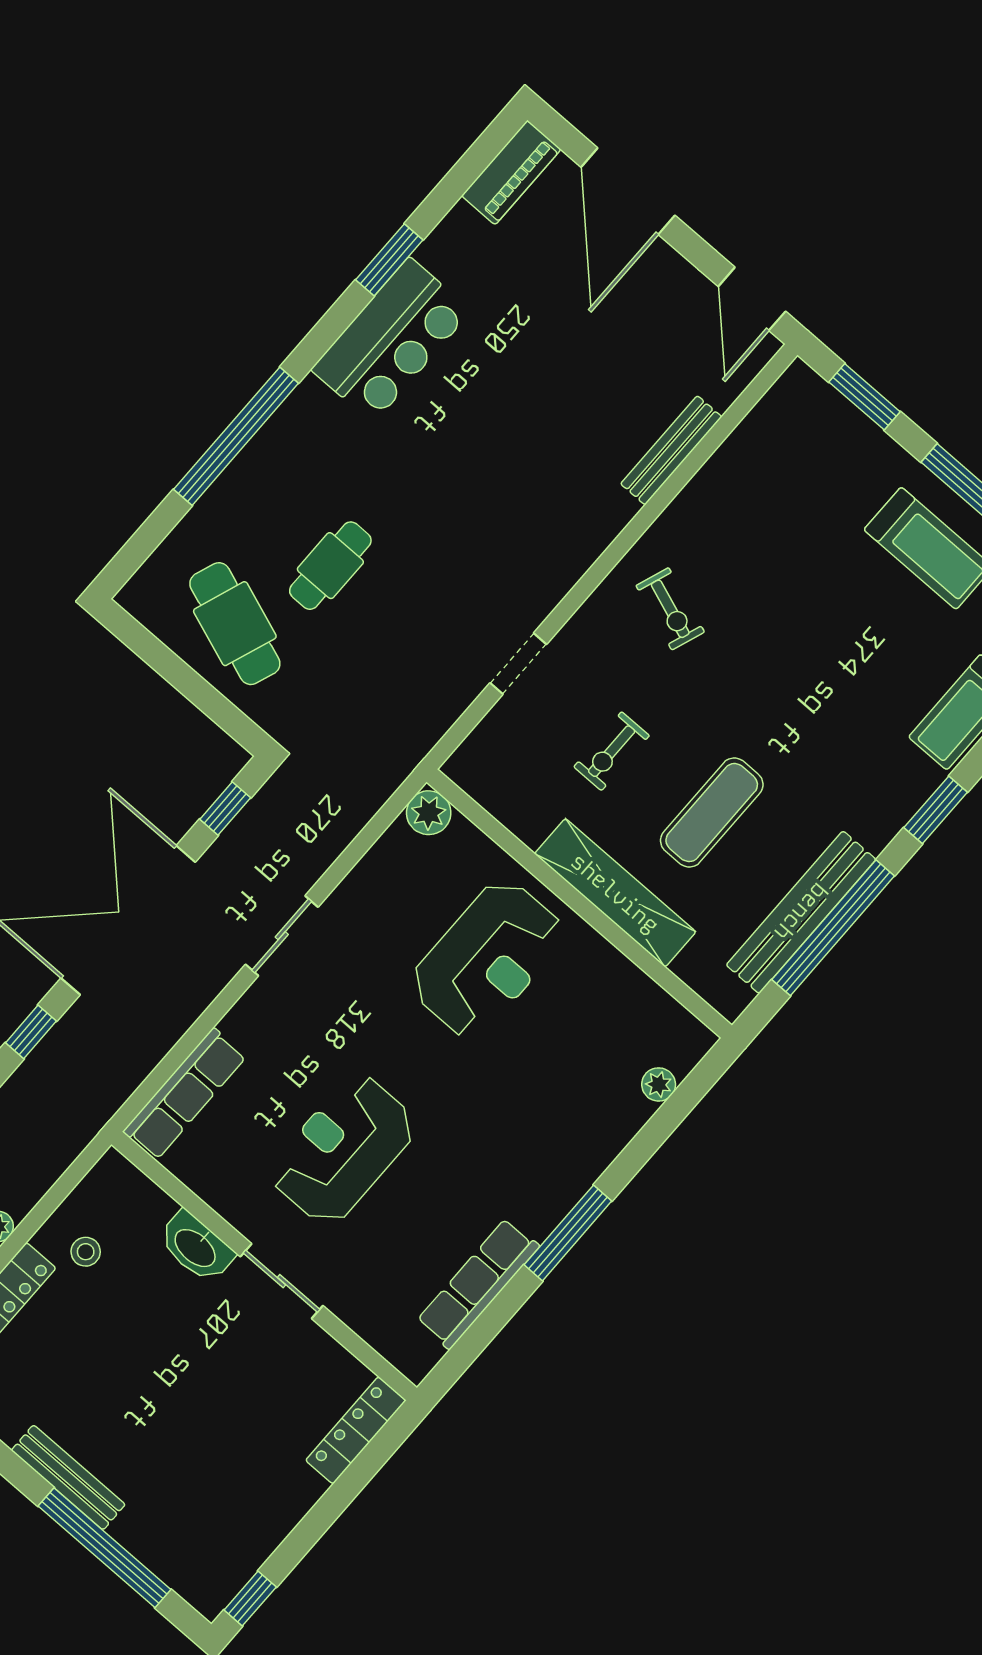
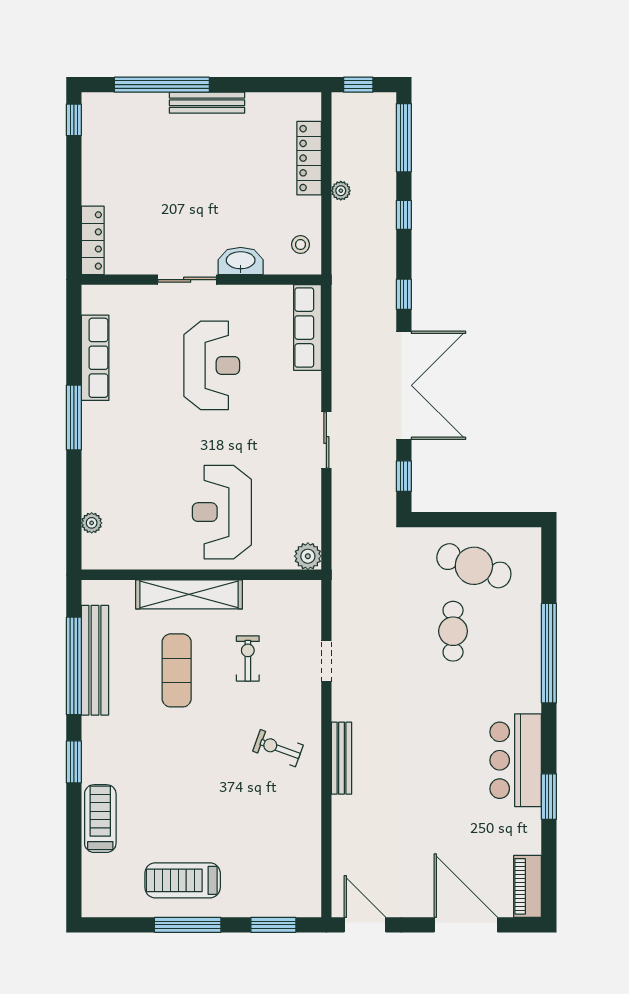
bench: (671, 450) -> (341, 758), moved
stool: (86, 1252) -> (300, 245), moved

